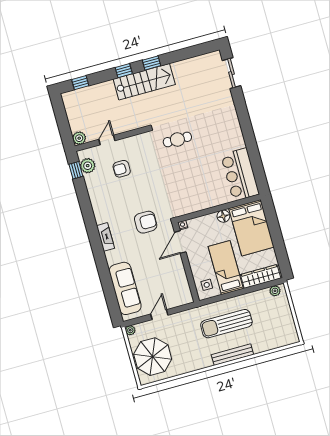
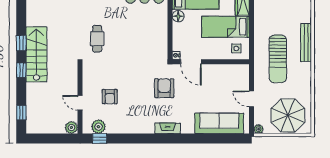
sun lounger: (226, 324) -> (278, 59), moved

